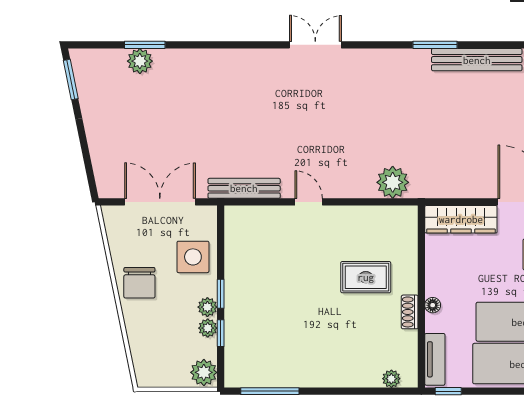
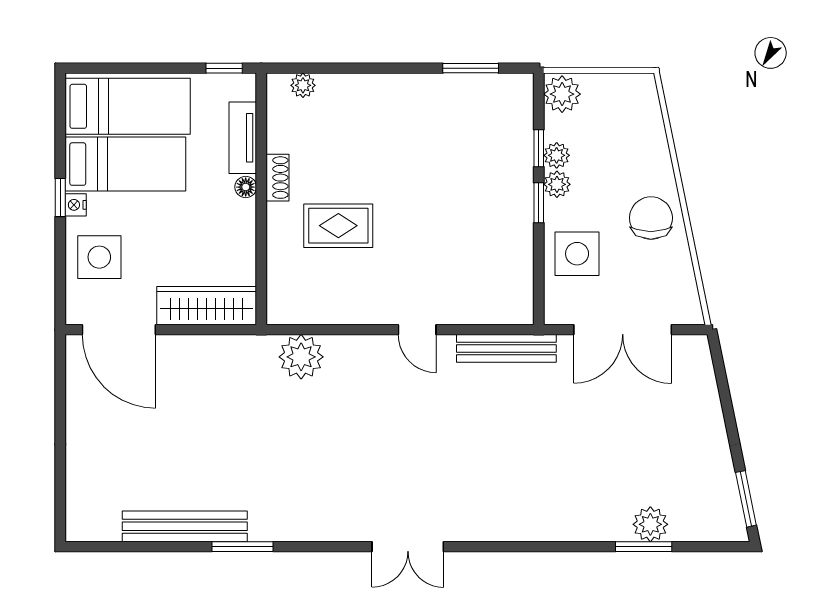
tv unit: (435, 359) -> (243, 138), moved
window: (270, 391) -> (471, 68), width x0.69

